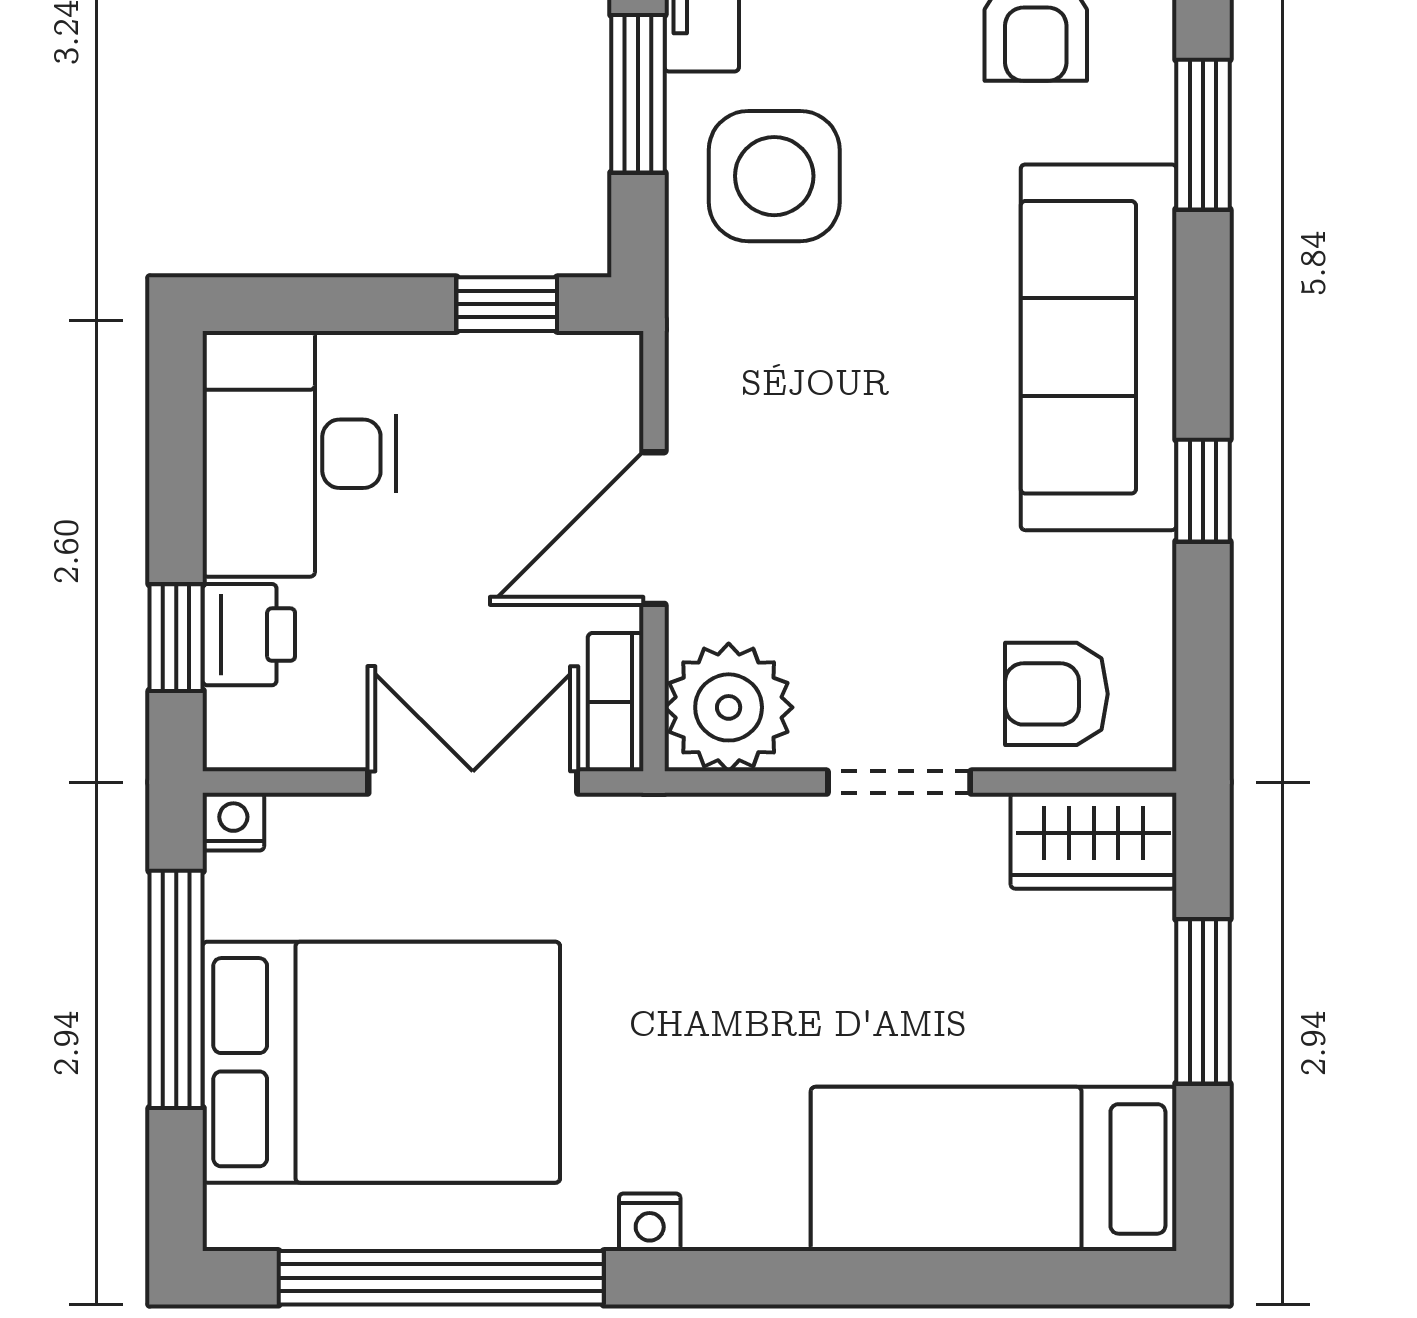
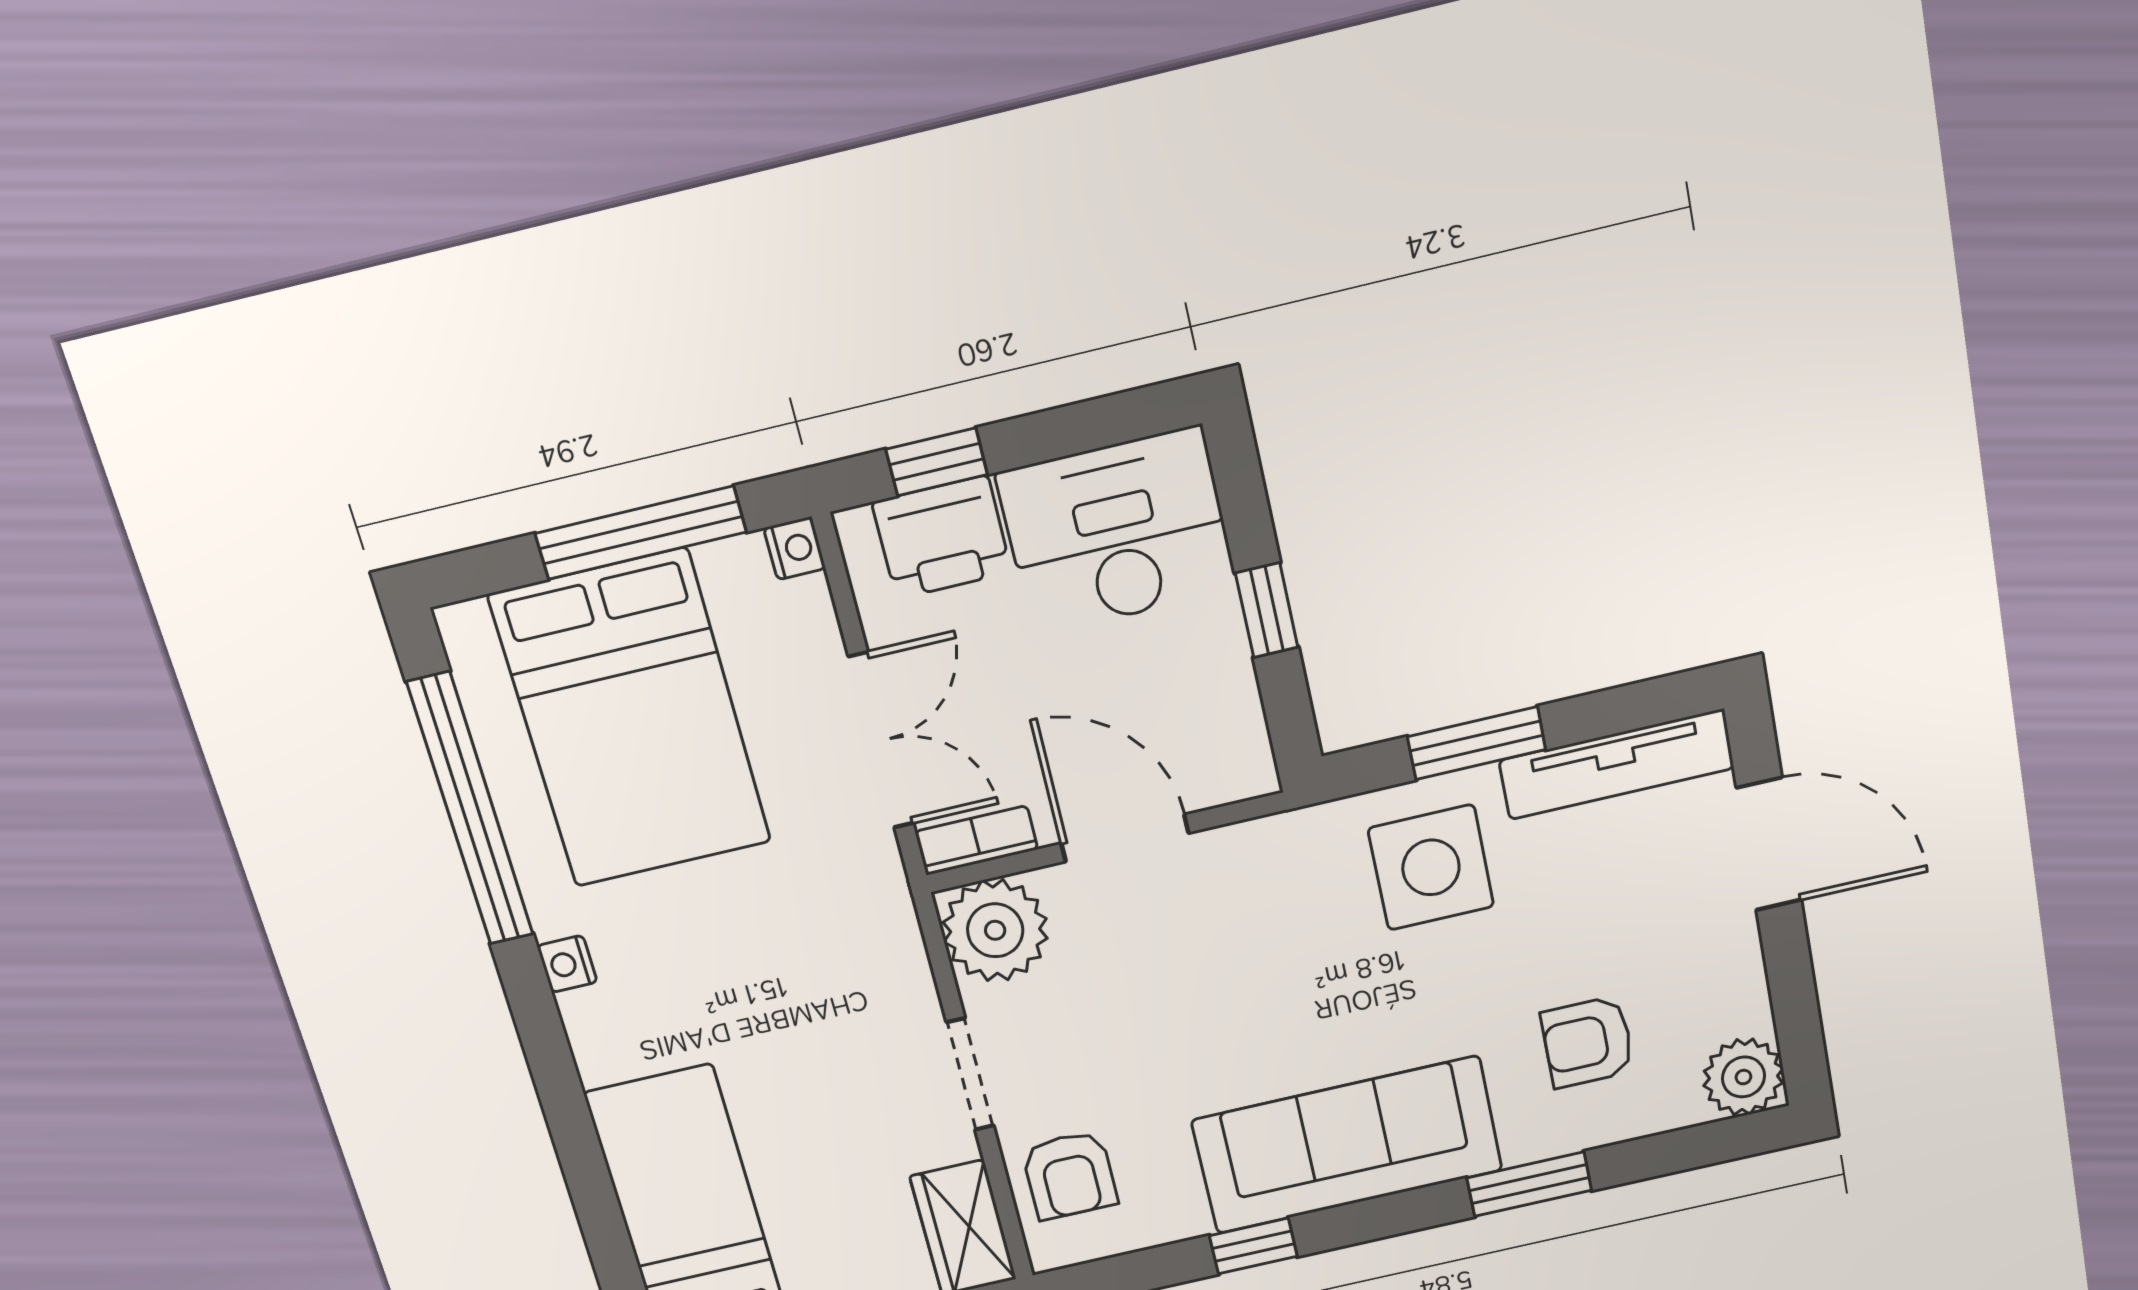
window: (507, 304) -> (1267, 610), moved
printer: (249, 635) -> (942, 537), width x1.36, depth x1.24
armchair: (1056, 694) -> (1070, 1175), turned 180

